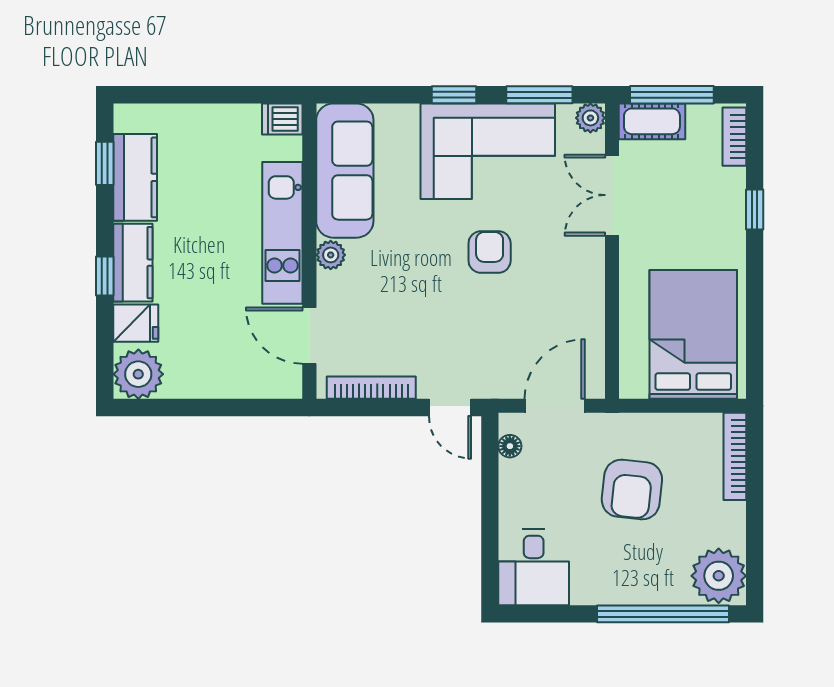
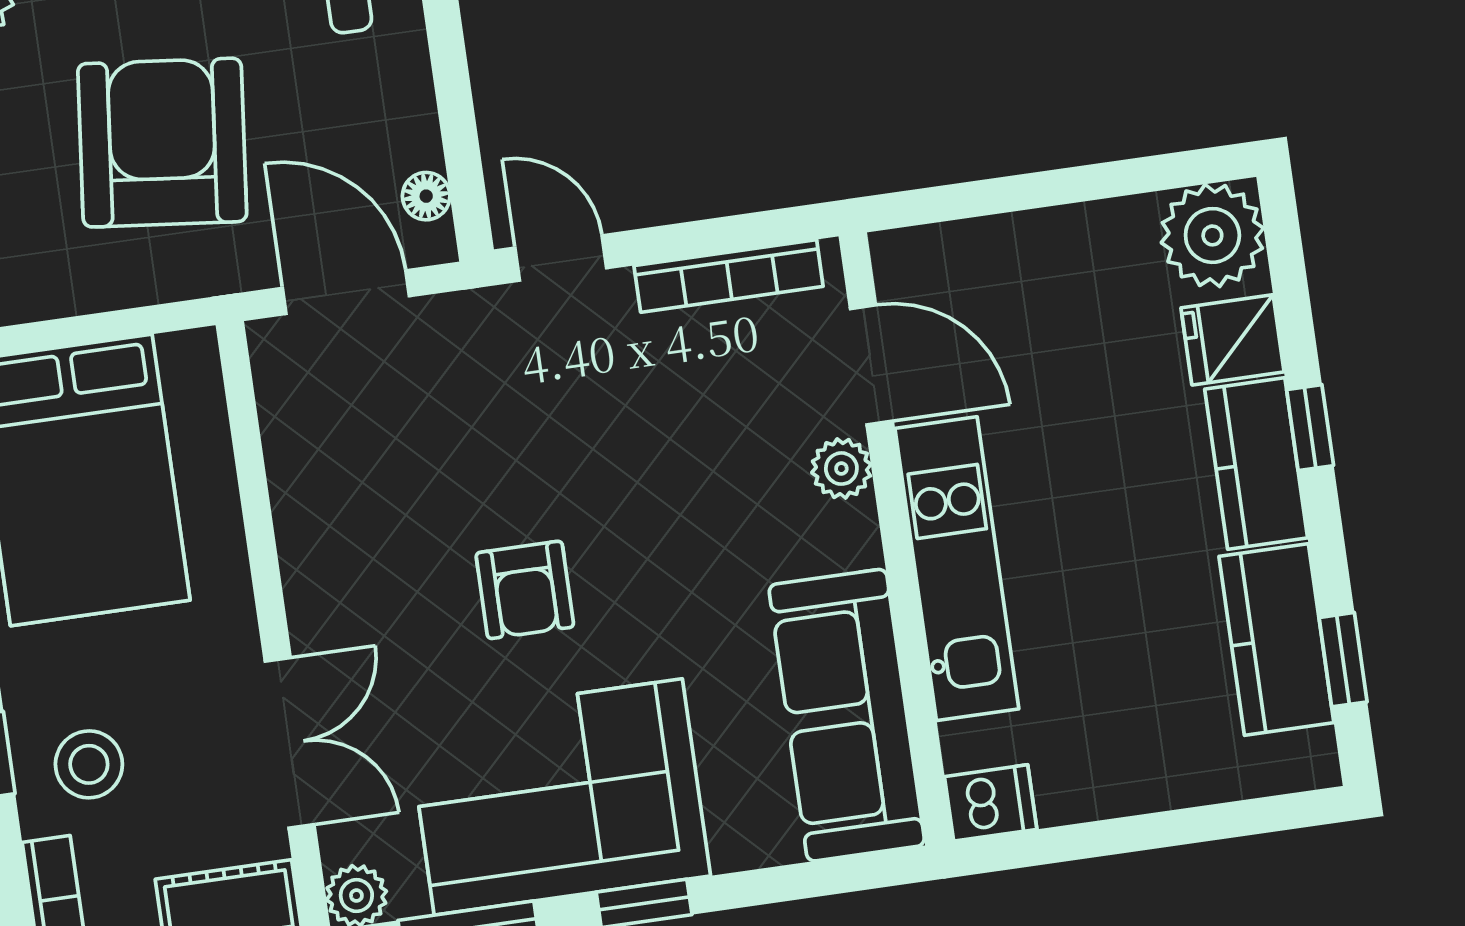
stool: (709, 198) -> (89, 764), added
plant: (331, 255) -> (841, 469), moved
door: (555, 406) -> (346, 292), swing flipped
armchair: (632, 489) -> (162, 143), width x1.36, depth x1.36

